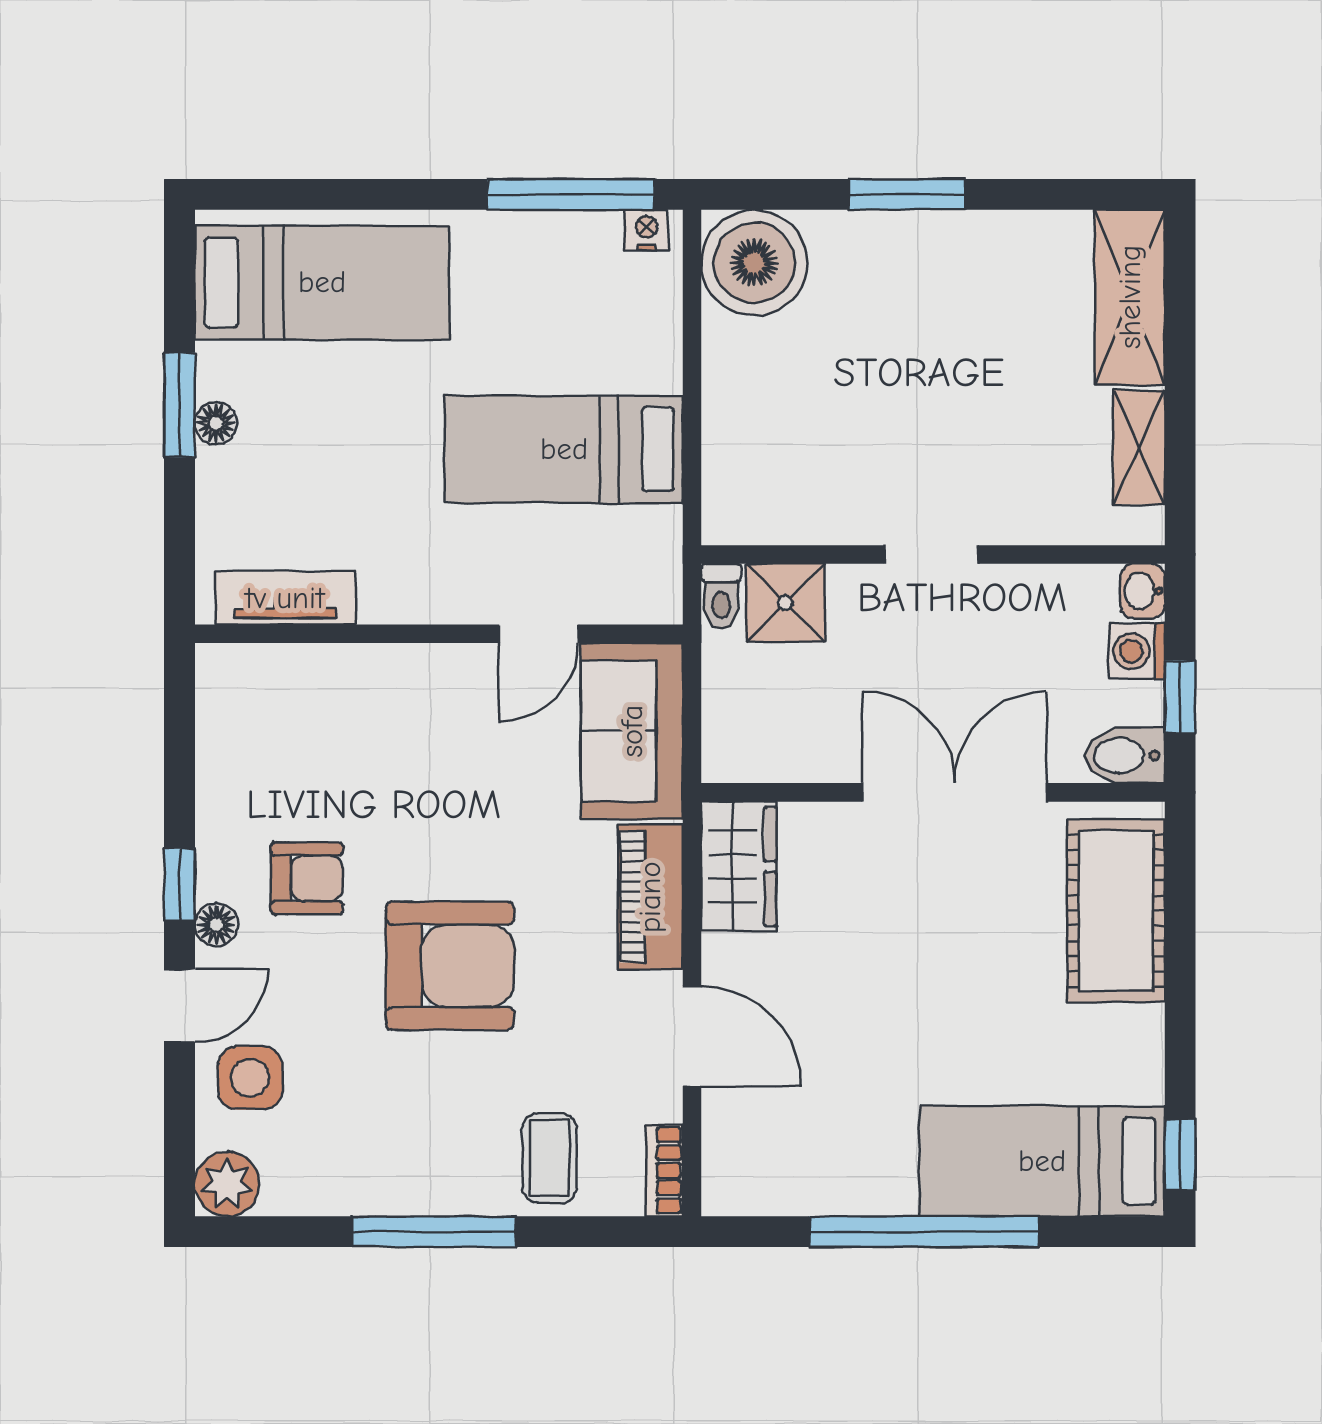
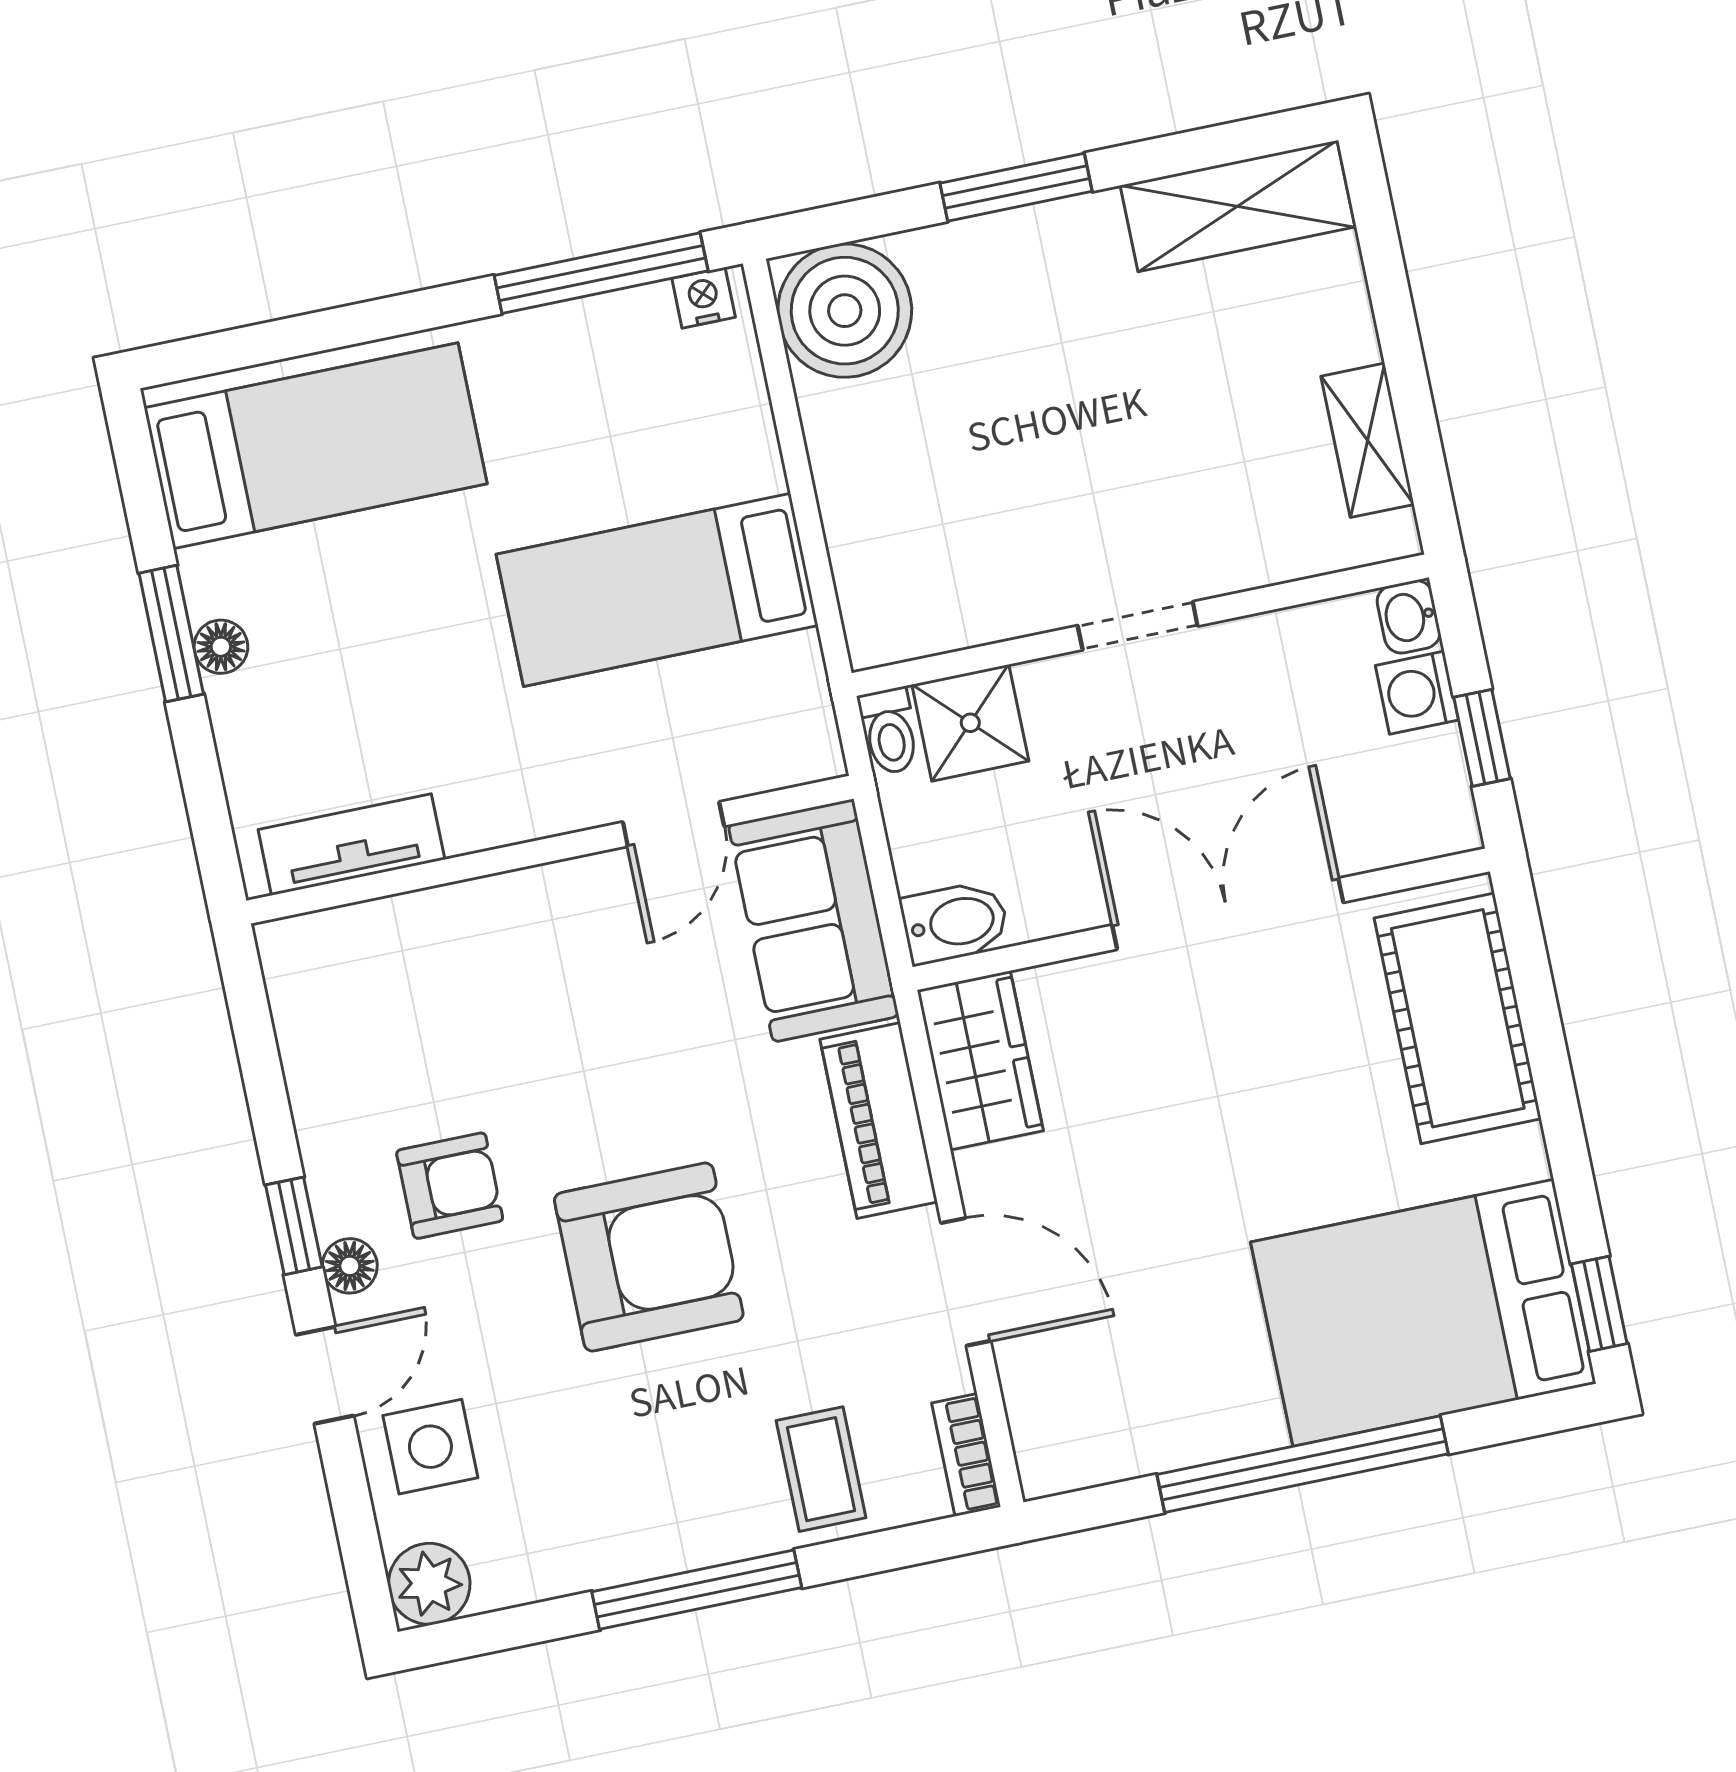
shelving: (1130, 297) -> (1237, 206), moved, turned 90
bidet: (1125, 755) -> (955, 923), moved, turned 180
bed: (1042, 1161) -> (1423, 1313), width x1.50

